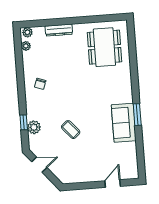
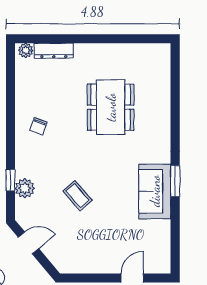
dresser: (59, 30) -> (54, 51), moved
plant: (26, 46) -> (22, 70), removed
dining table: (104, 47) -> (111, 107), moved

